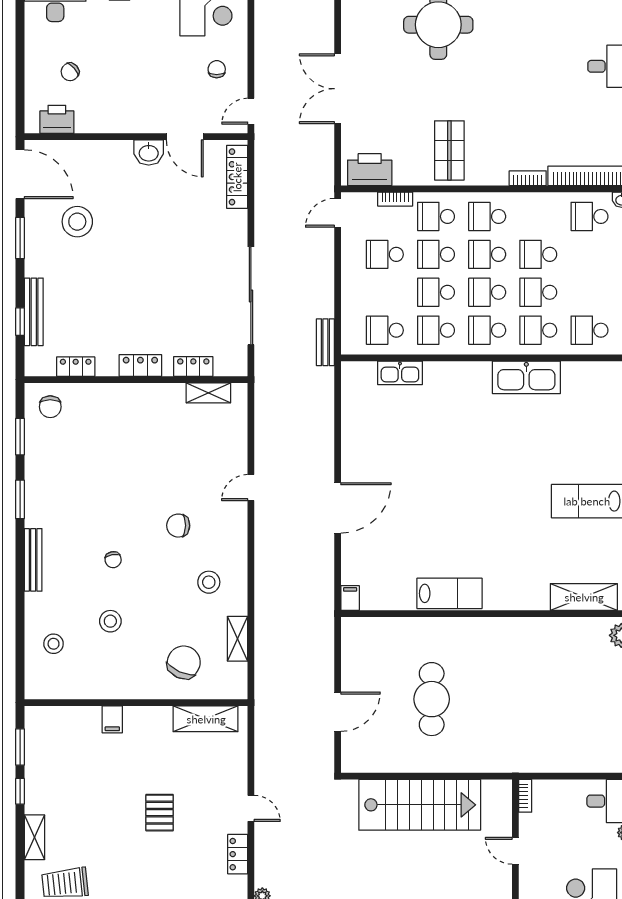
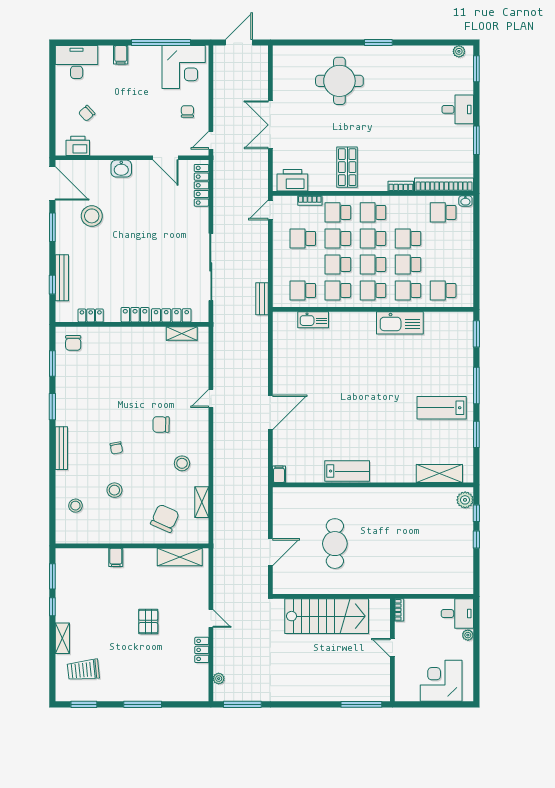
washbasin: (149, 153) -> (121, 169), moved
locker: (193, 366) -> (171, 315), width x1.53

